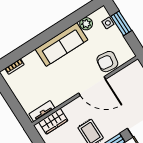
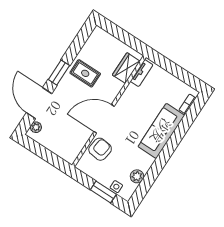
sofa: (61, 44) -> (161, 131), moved

